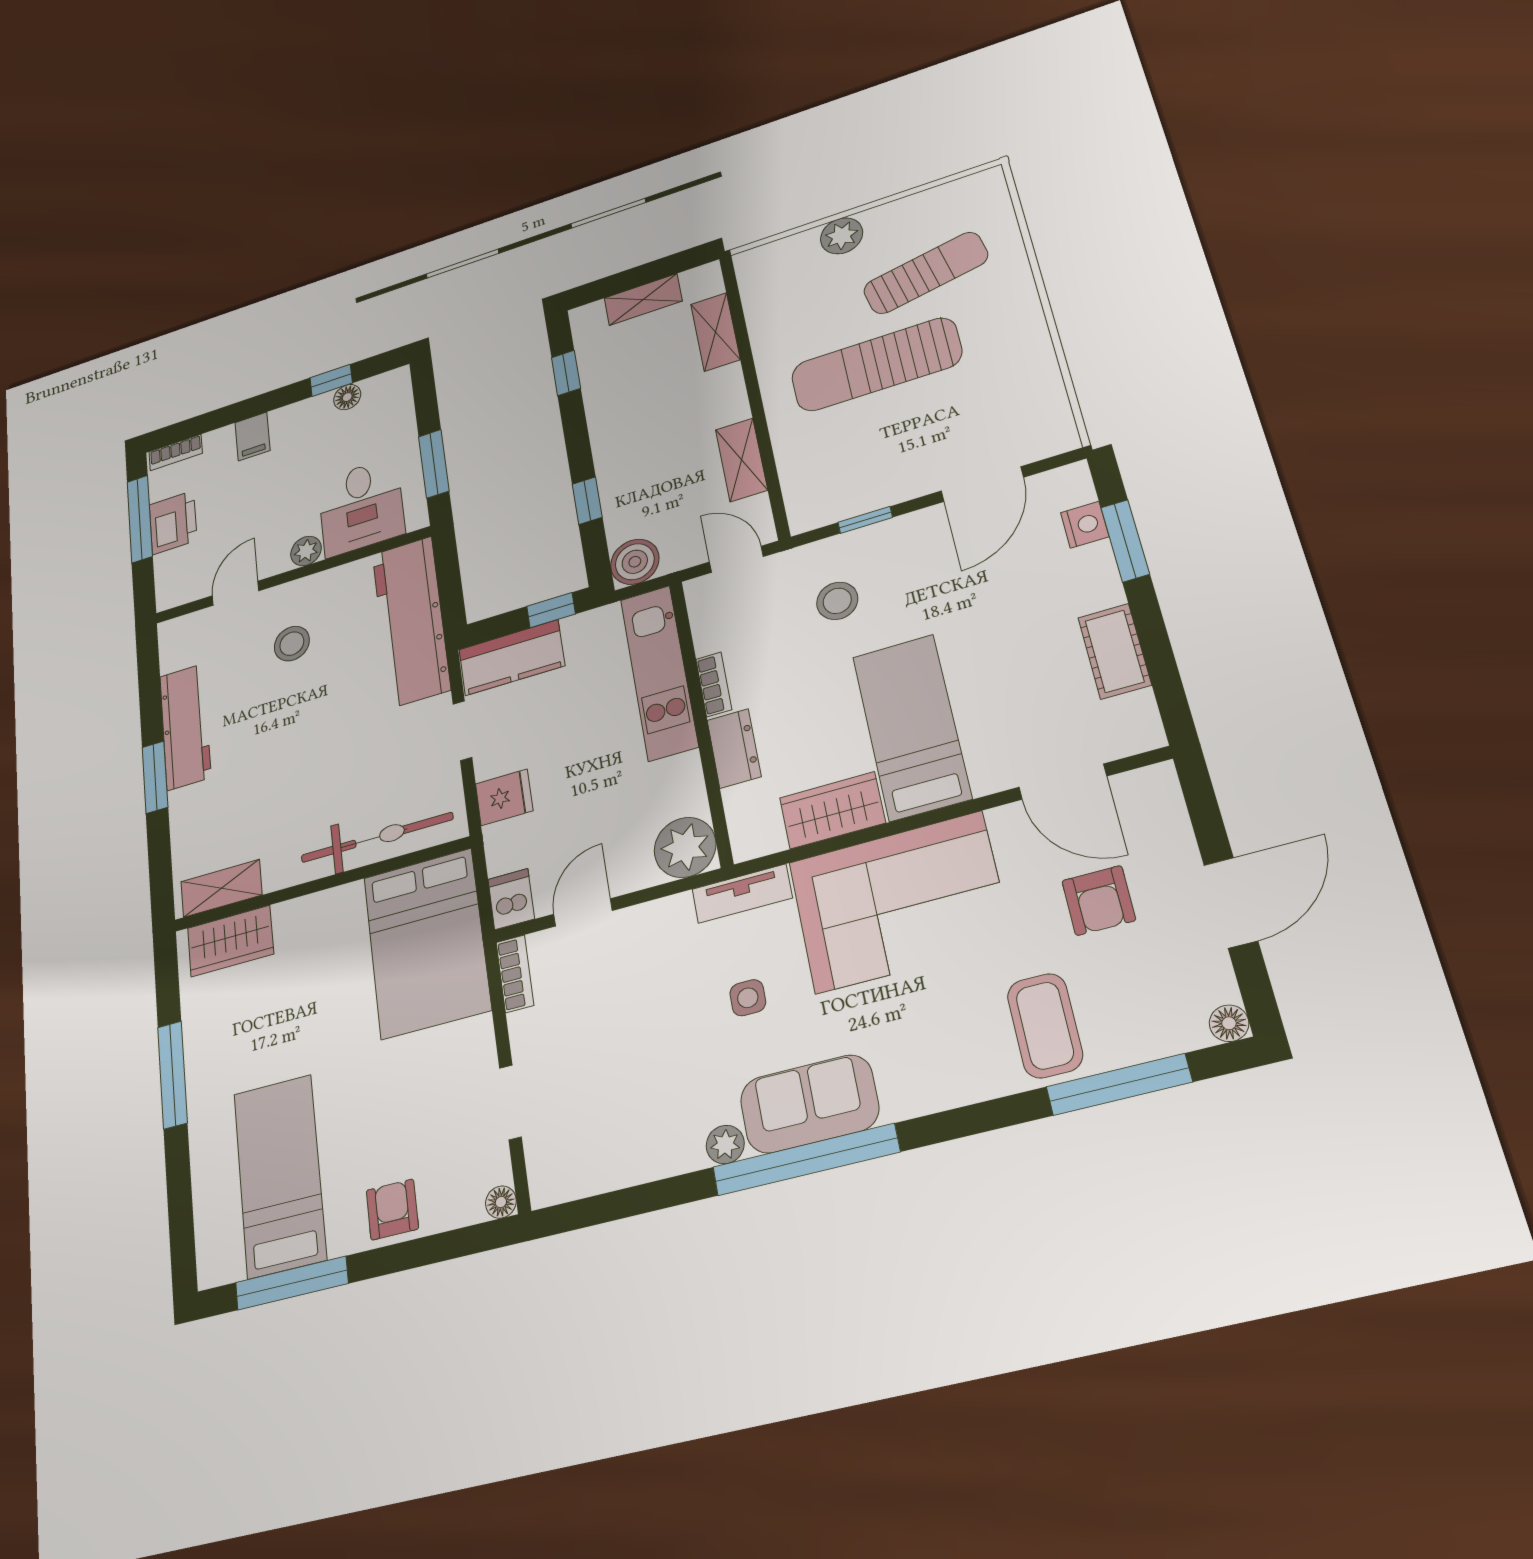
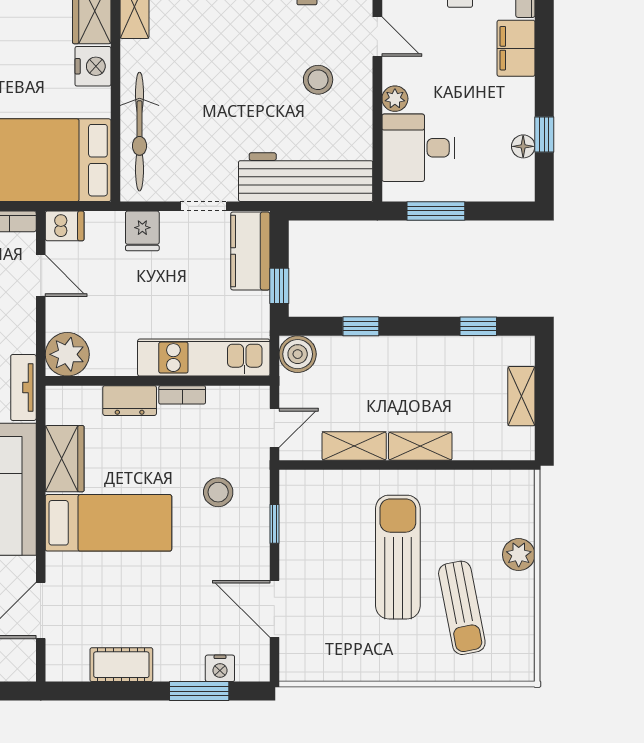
shelving: (715, 332) -> (420, 446), moved
filing cabinet: (252, 437) -> (516, 48), width x2.00
nightstand: (300, 920) -> (93, 66), added

